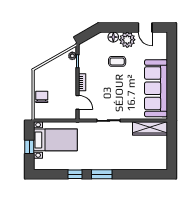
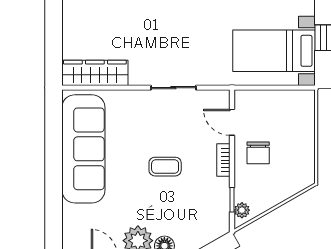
coffee table: (117, 61) -> (165, 167), moved
chair: (42, 97) -> (258, 153), moved

